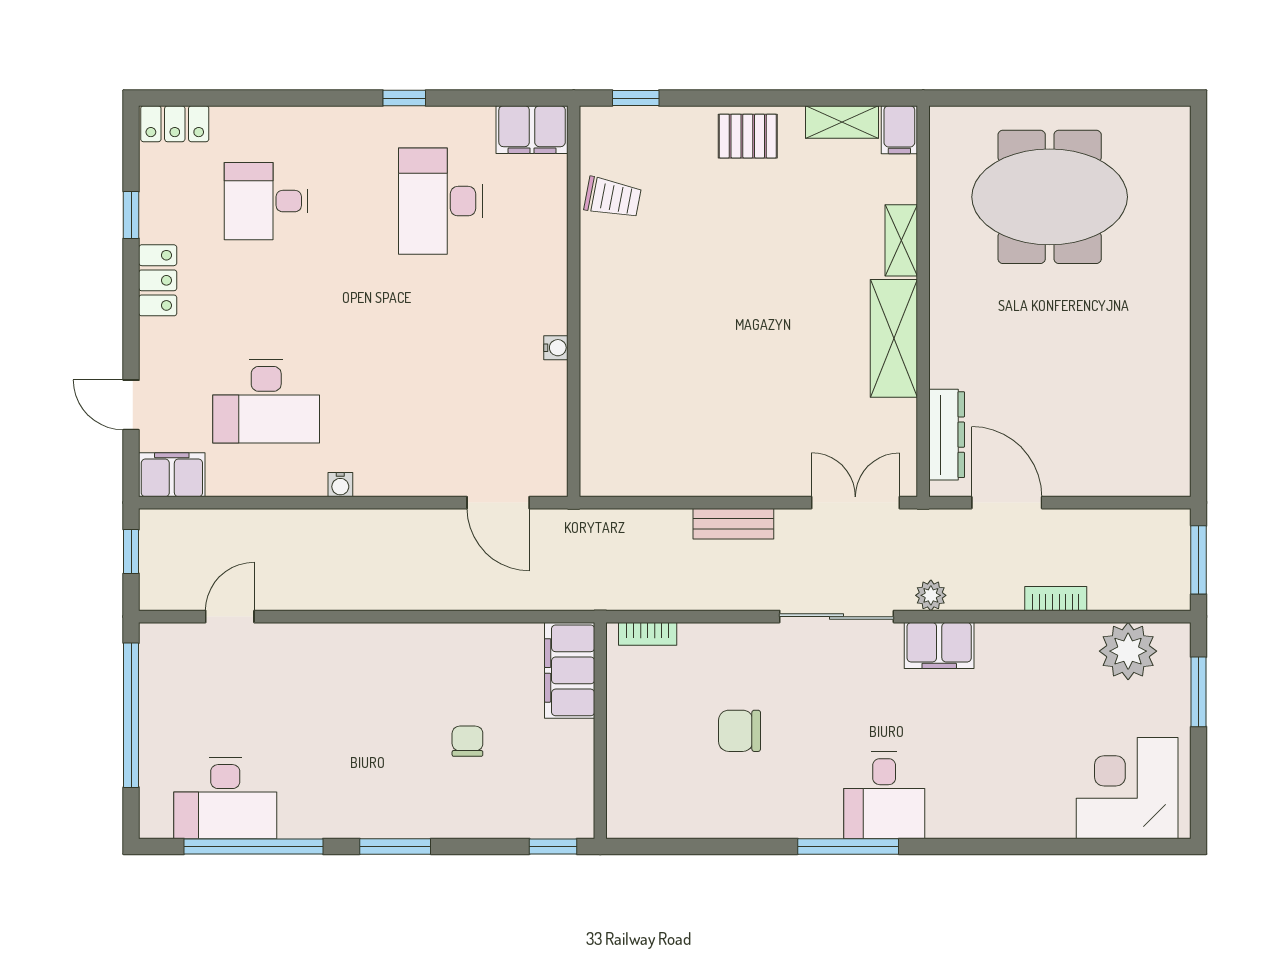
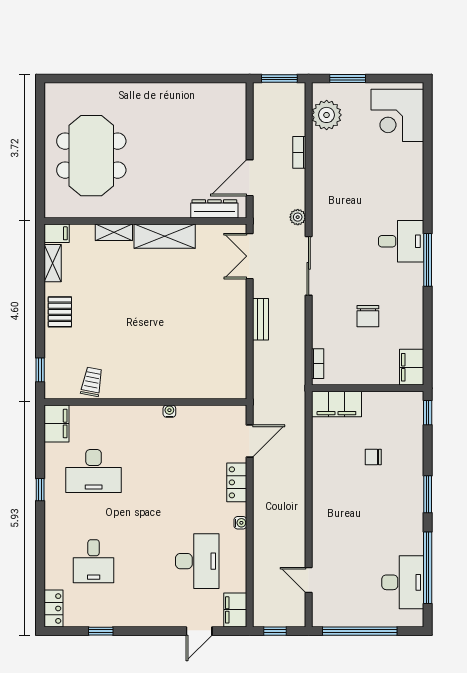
locker: (158, 280) -> (237, 482), moved, turned -90
filing cabinet: (939, 645) -> (412, 367), moved, turned 180

